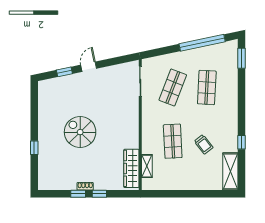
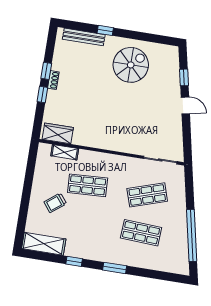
window: (241, 58) -> (115, 268), moved
shop shelf: (173, 87) -> (147, 195), turned -39
spiral stairs: (80, 132) -> (131, 65), moved
trolley: (204, 144) -> (55, 203), moved
bench: (43, 166) -> (84, 37), added
wardrobe: (131, 168) -> (58, 133), width x0.67

